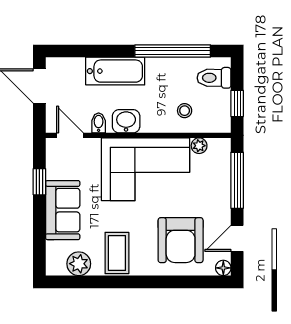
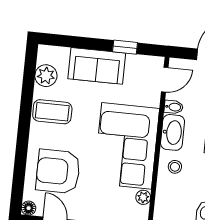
stool: (185, 111) -> (175, 167), moved
washbasin: (126, 121) -> (173, 132), width x1.38

